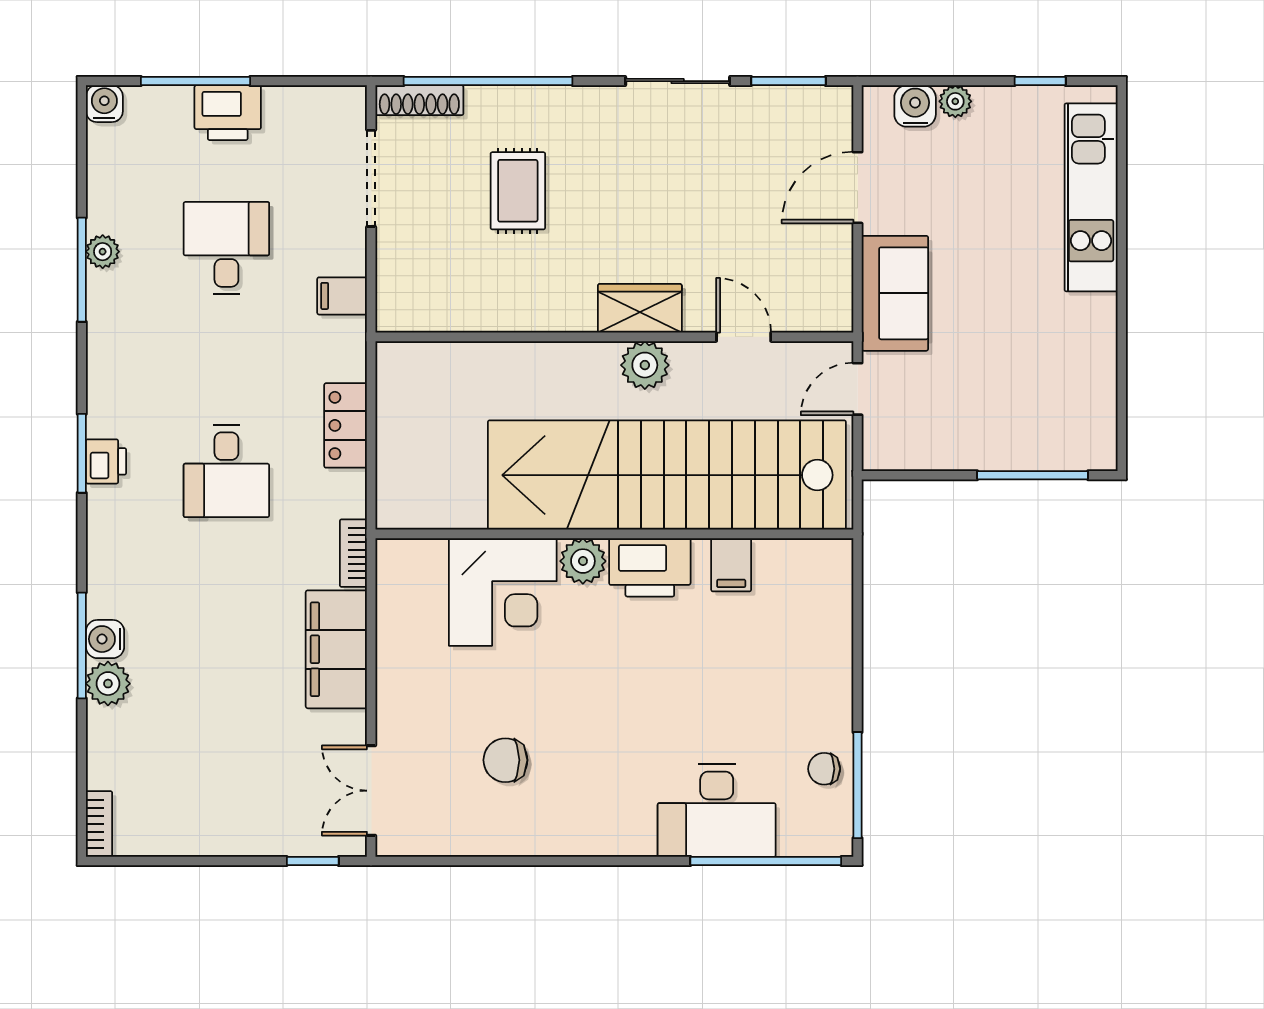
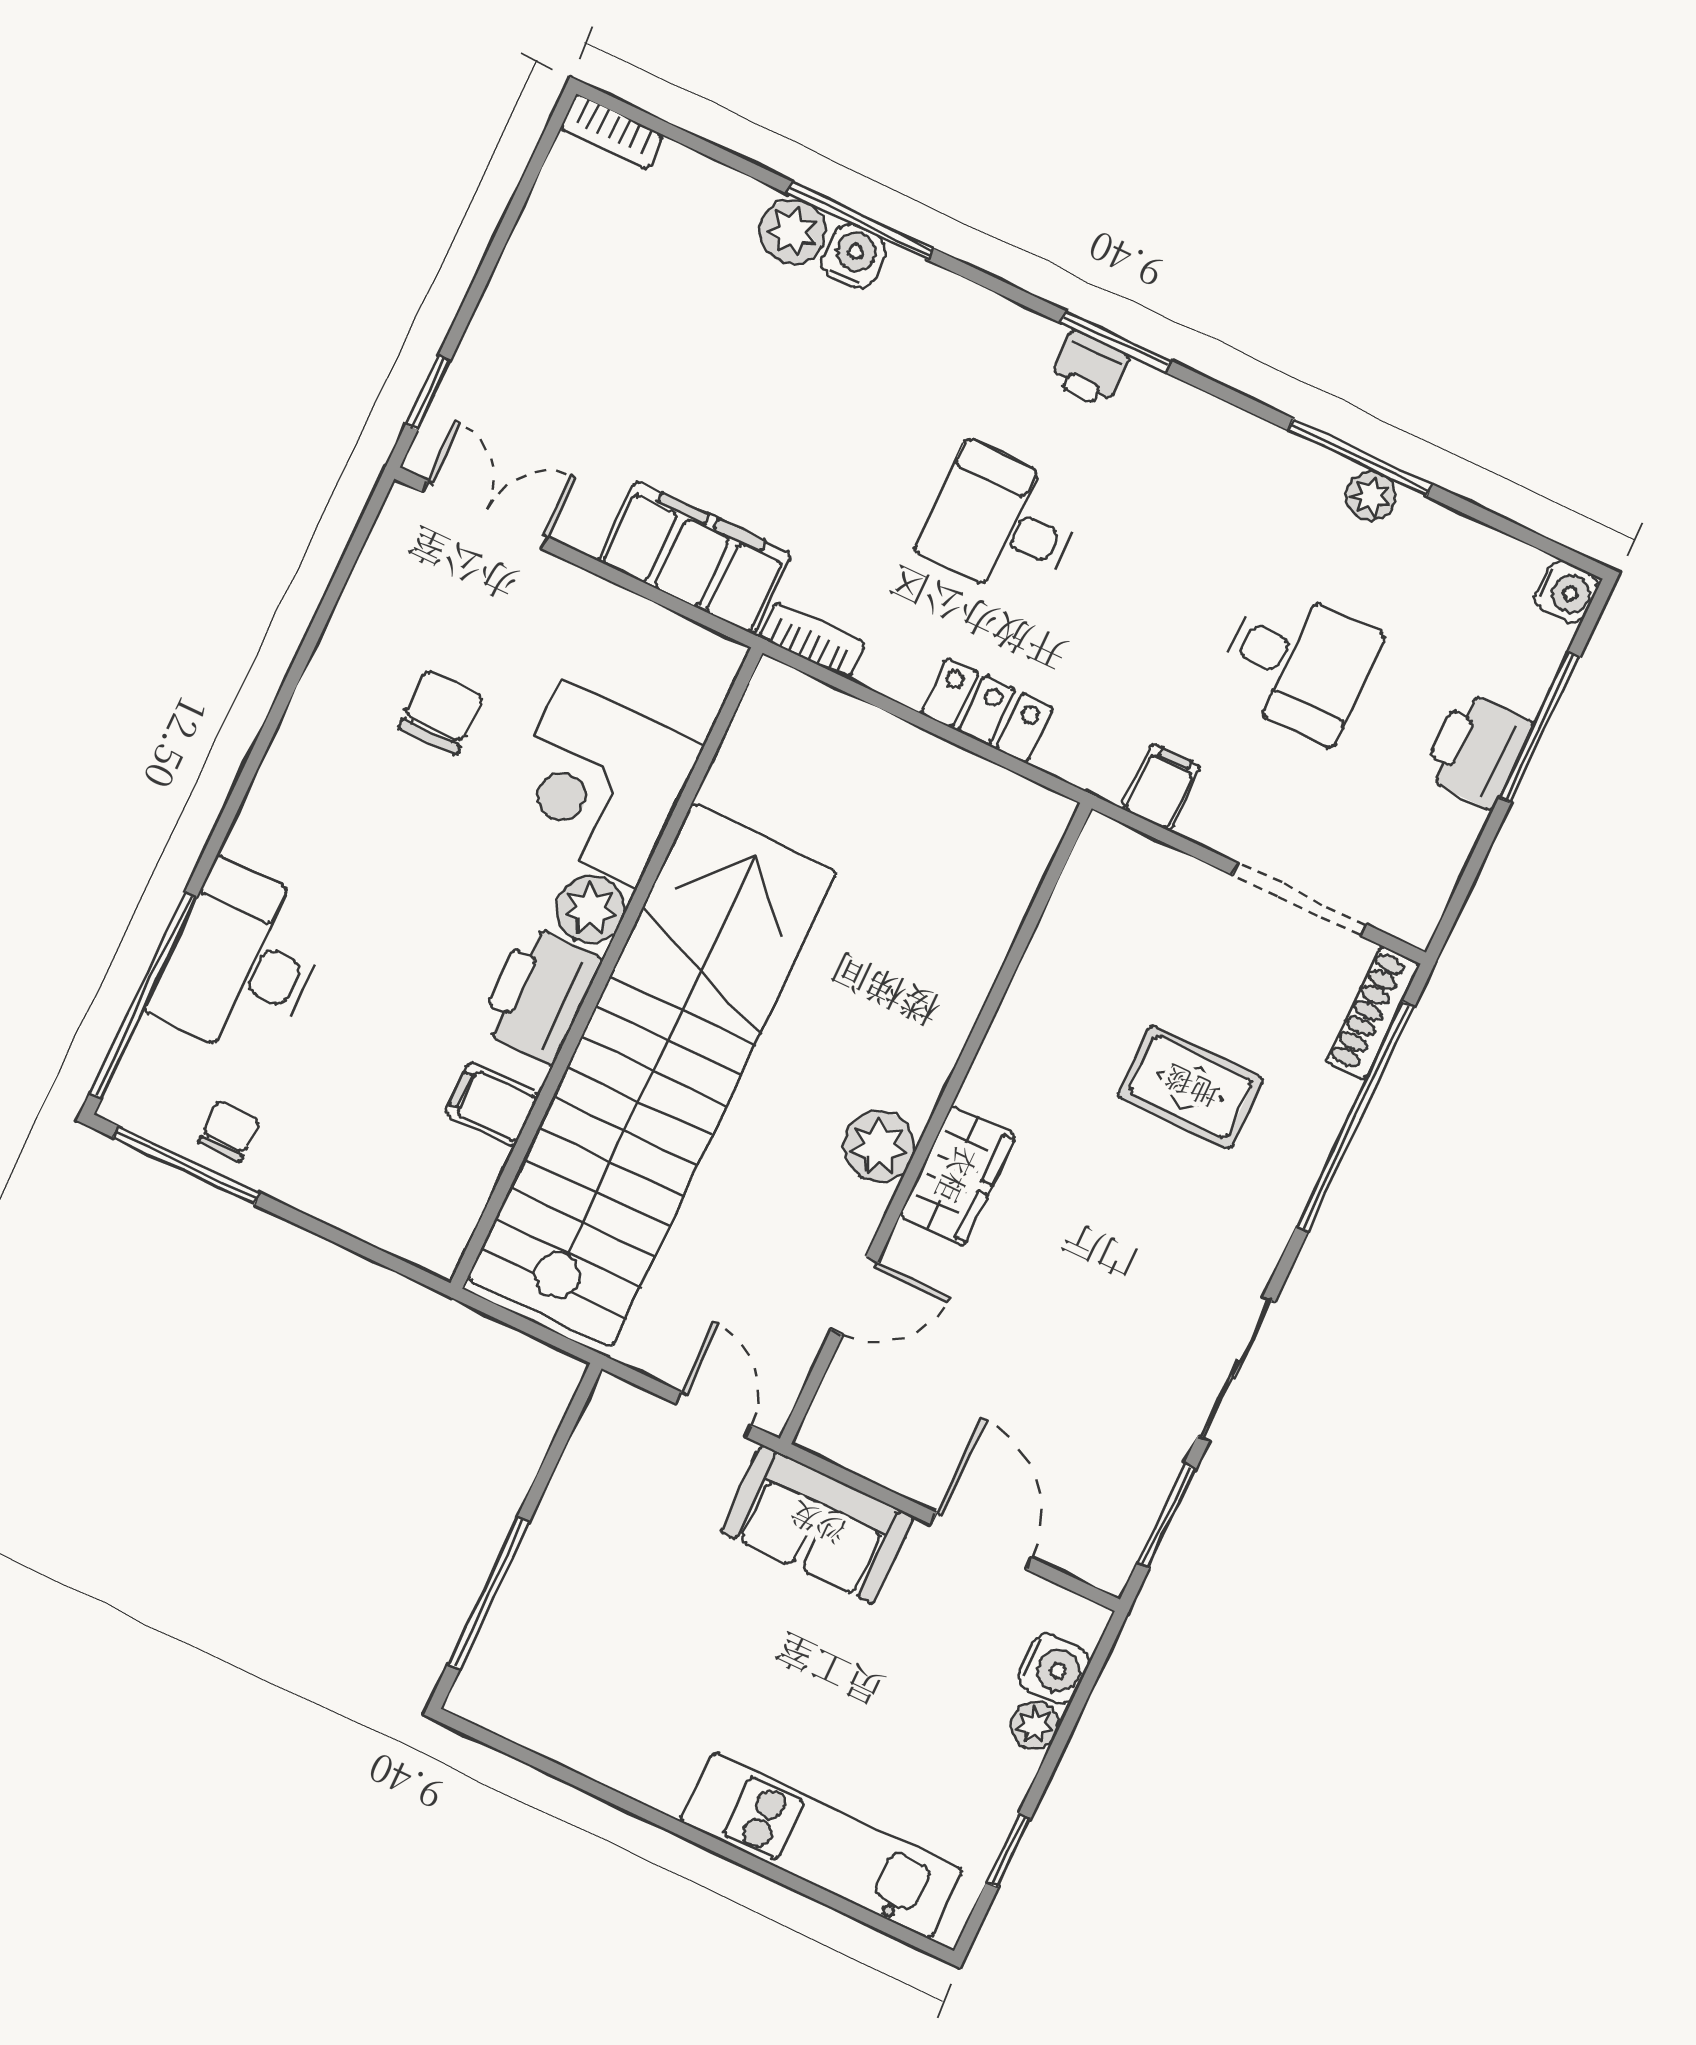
stairs: (667, 475) -> (652, 1075), moved
wall: (614, 534) -> (607, 968), moved
plant: (583, 561) -> (590, 909), moved
filing cabinet: (731, 565) -> (492, 1104), moved
printer: (650, 567) -> (540, 994), moved
corner desk: (503, 592) -> (599, 783), moved

